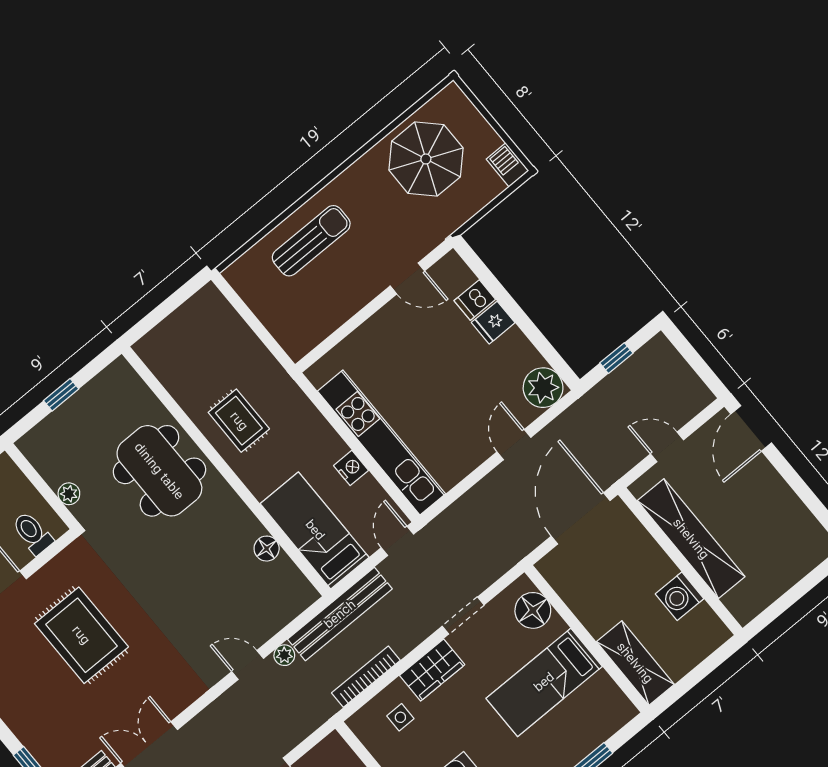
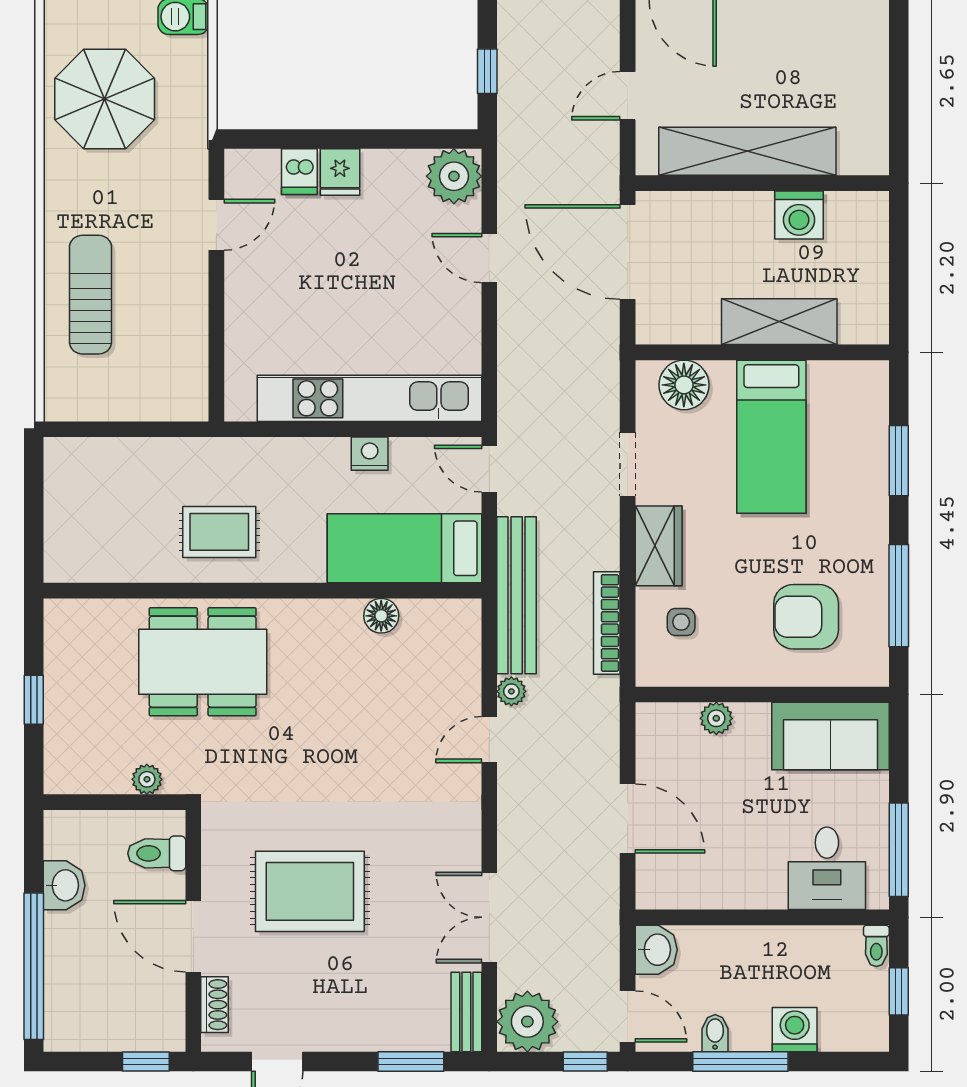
shelving: (635, 663) -> (779, 322), moved

